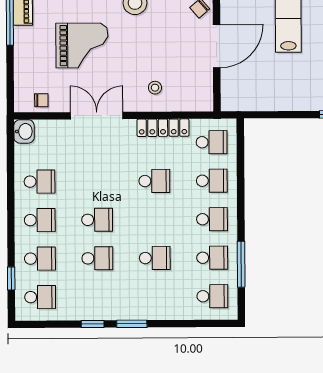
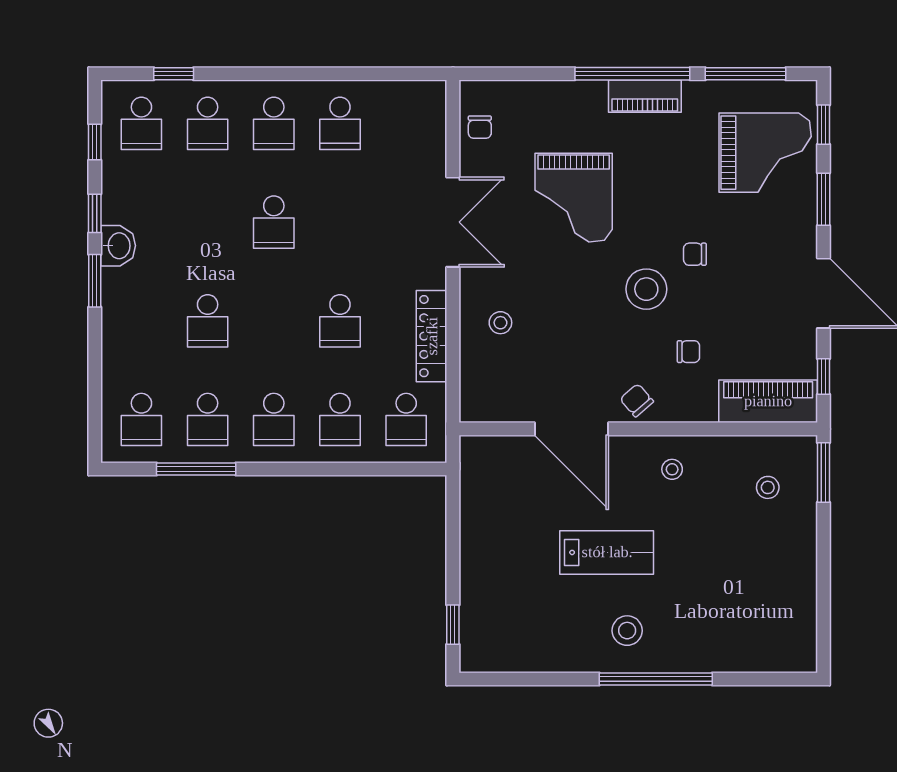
washbasin: (24, 131) -> (118, 246), moved, turned -90
school desk: (97, 258) -> (208, 222), removed
window: (51, 324) -> (95, 142), added

